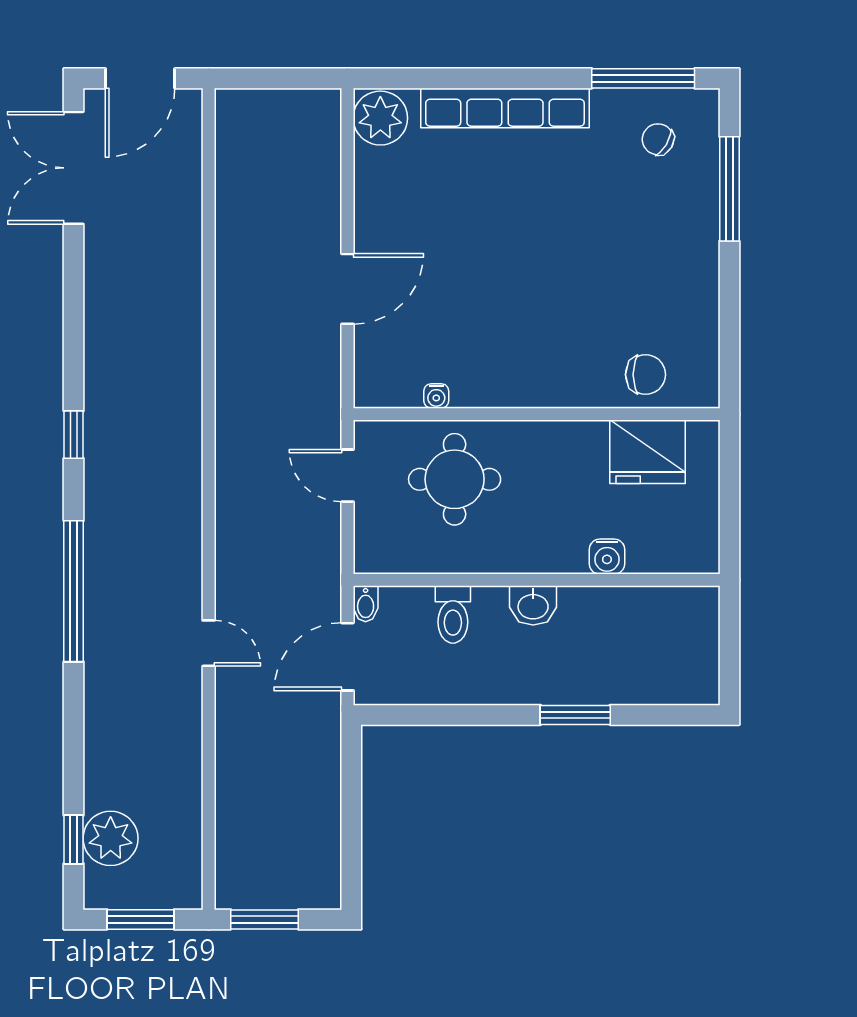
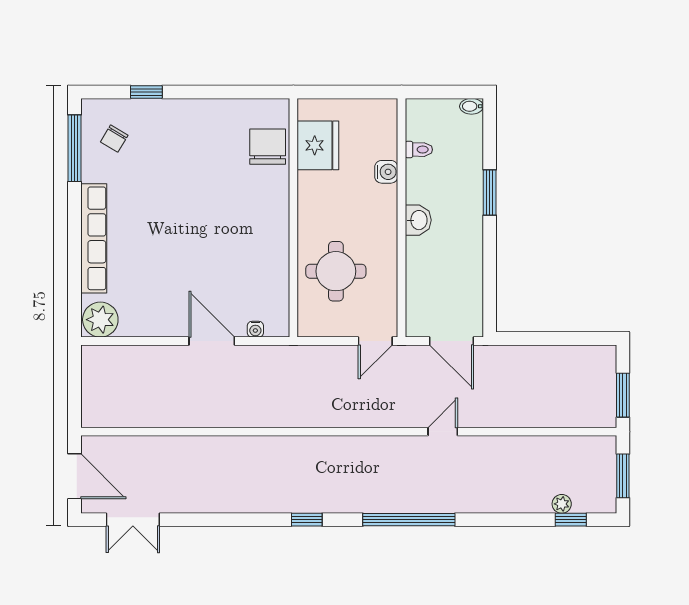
double door: (74, 168) -> (133, 520), width x0.73
window: (729, 189) -> (146, 92), width x0.46
chair: (646, 375) -> (268, 147), width x1.37, depth x1.37
water cooler: (436, 396) -> (255, 329), moved, turned 90
door: (347, 476) -> (375, 341), moved
bidet: (366, 604) -> (471, 106), moved, turned 180
toilet: (453, 615) -> (419, 150), moved, width x0.73, depth x0.72
plant: (111, 838) -> (562, 504), width x0.53, depth x0.53

